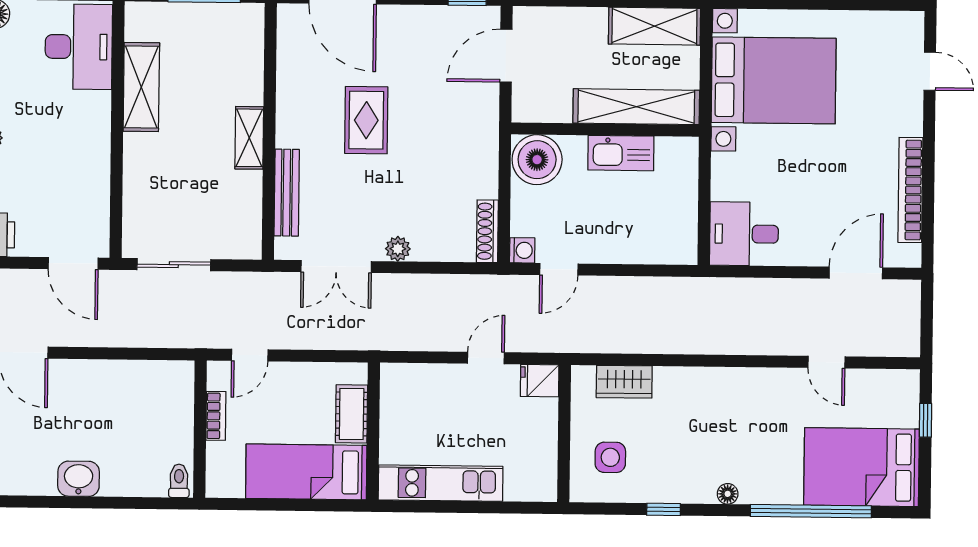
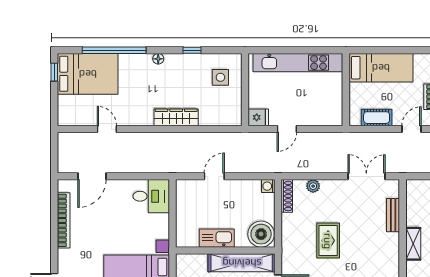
shelving: (636, 107) -> (242, 263), moved
rug: (366, 120) -> (328, 241), moved
bench: (287, 193) -> (393, 215), width x0.73
plant: (398, 249) -> (313, 186), moved
door: (559, 269) -> (214, 176), moved
wardrobe: (624, 382) -> (176, 117), moved, width x1.50
cot: (352, 414) -> (377, 118), moved, turned 90
window: (925, 420) -> (54, 72), moved
kitchen unit: (441, 483) -> (298, 63), width x1.36

